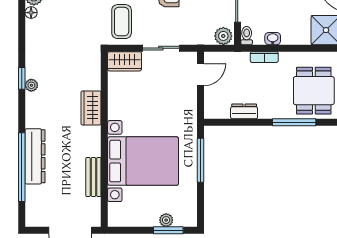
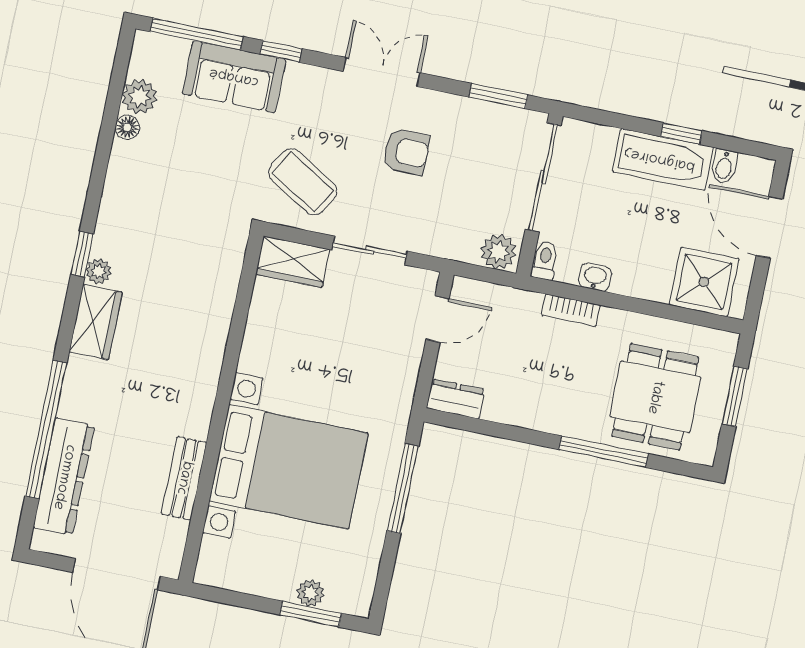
coffee table: (122, 22) -> (303, 182), turned -59
wardrobe: (91, 108) -> (96, 322), moved, turned 180
dresser: (244, 111) -> (456, 399), moved
dresser: (35, 156) -> (64, 477), moved

